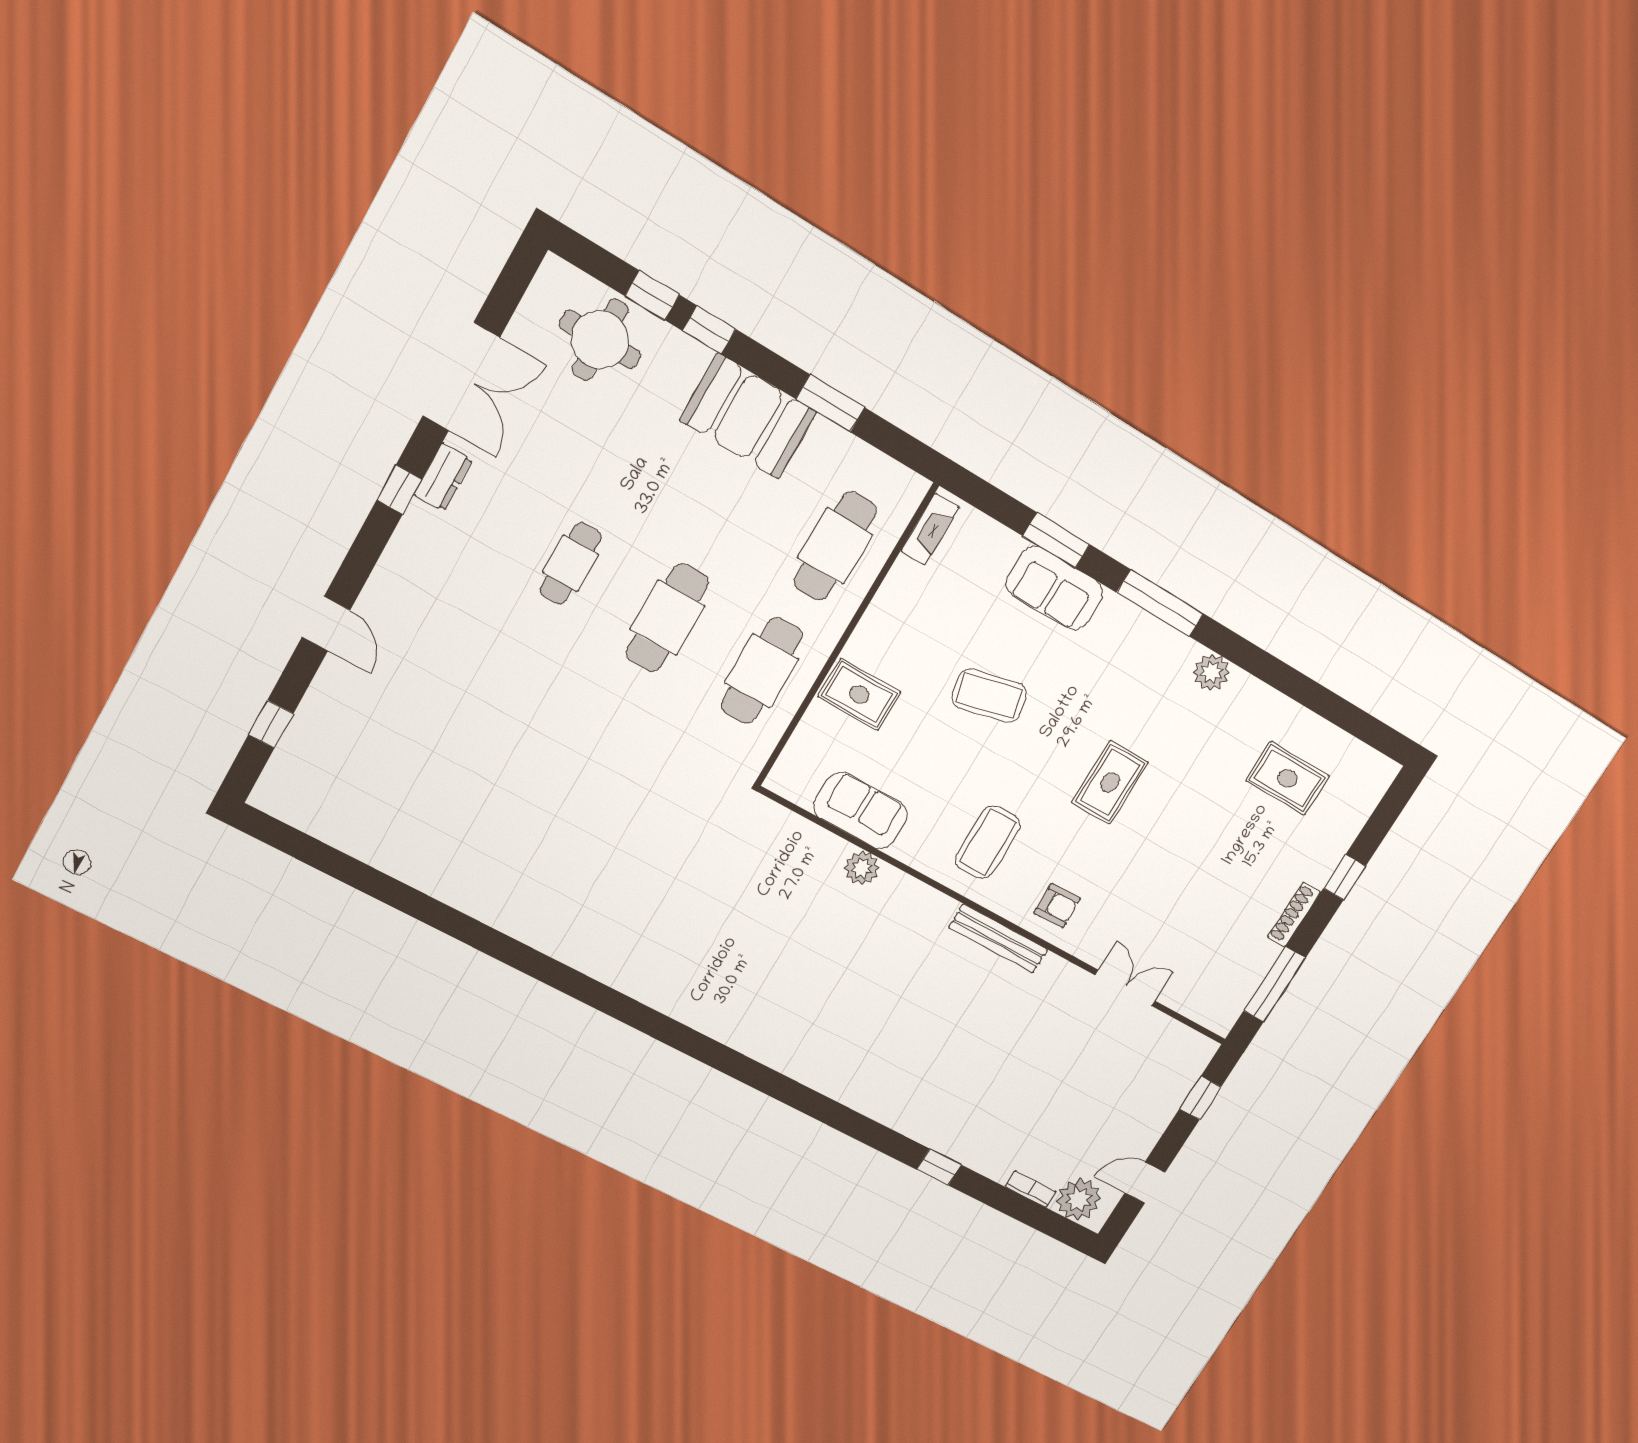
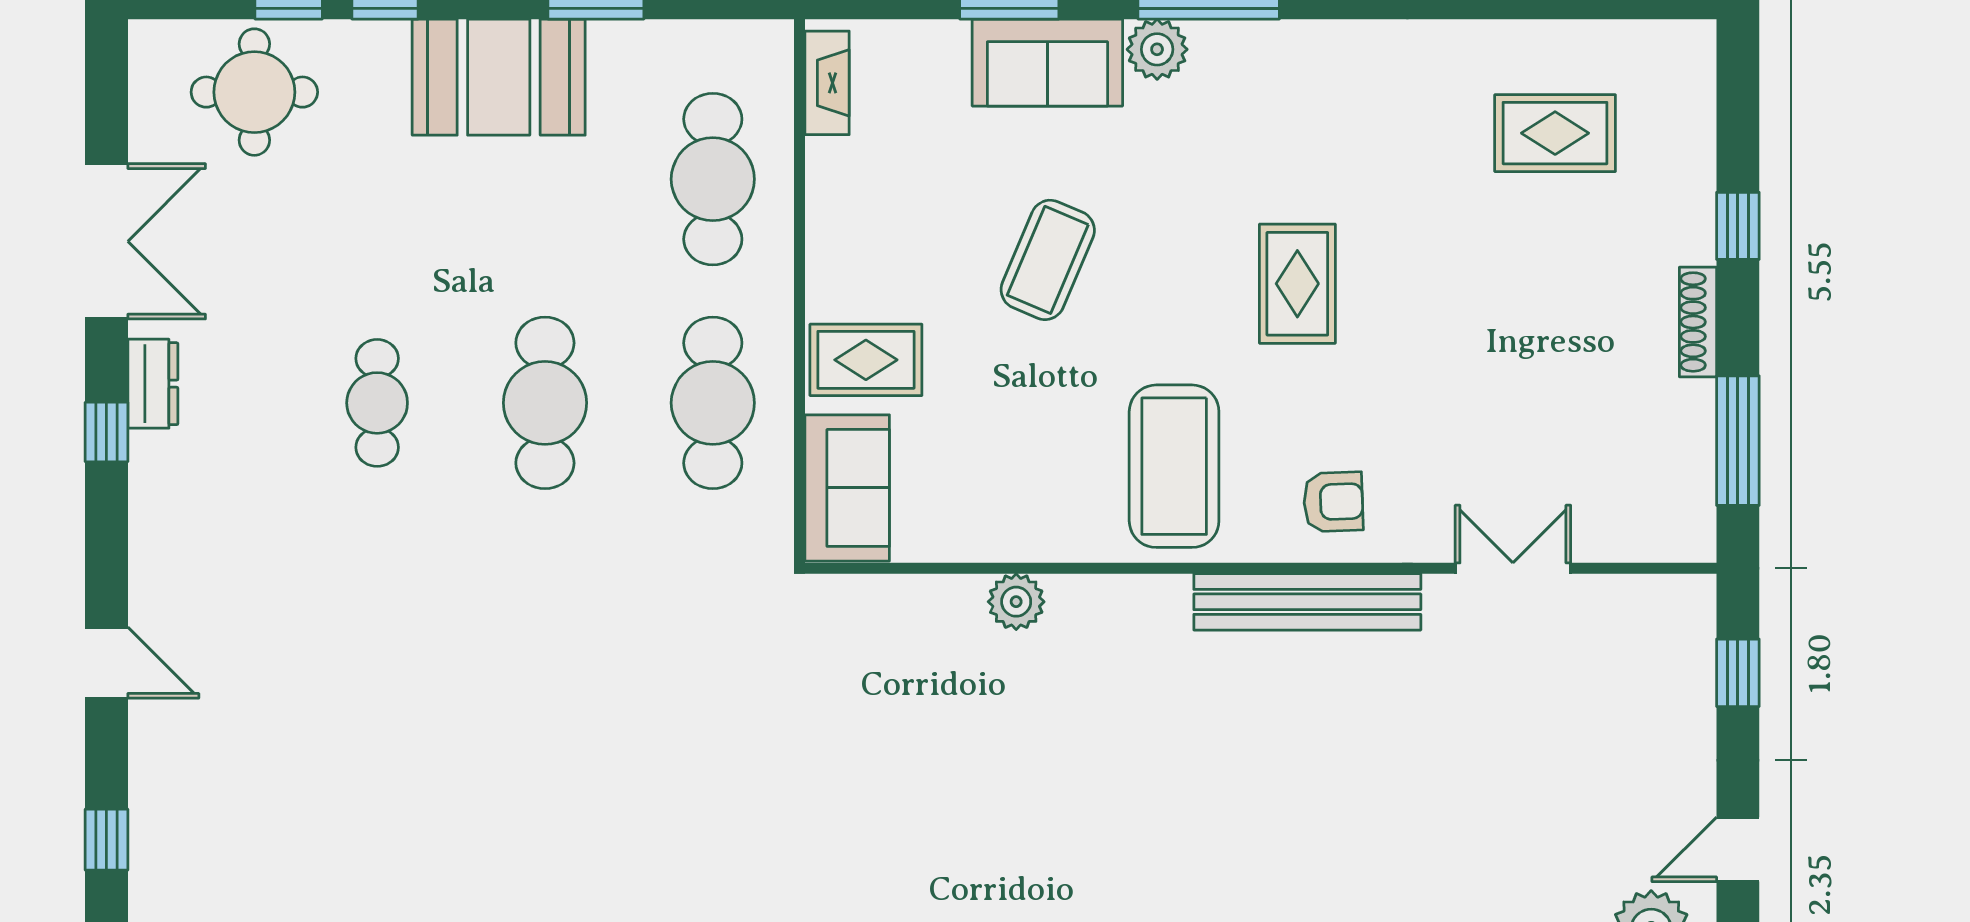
plant: (1211, 672) -> (1157, 49), moved
coffee table: (989, 696) -> (1048, 260), turned -54
sofa: (861, 811) -> (847, 488), moved, turned 90
coffee table: (988, 842) -> (1174, 466), width x1.36, depth x1.32
bench: (998, 939) -> (1307, 602), width x1.37, depth x1.21

